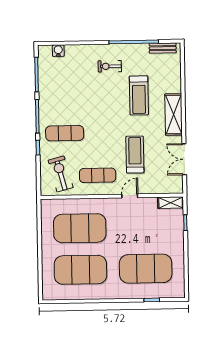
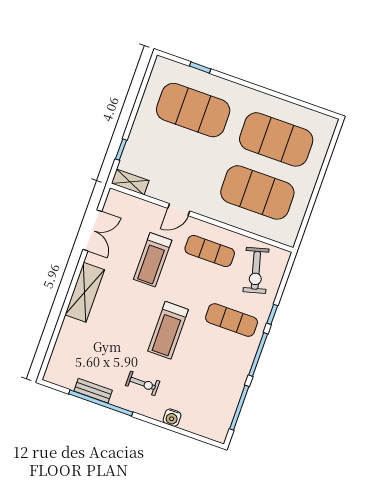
bench: (163, 48) -> (93, 391), moved
water cooler: (58, 51) -> (172, 418), moved
treadmill: (139, 95) -> (168, 330), moved, turned 180

